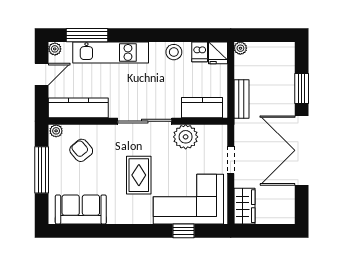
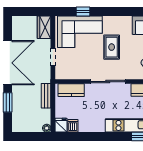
stool: (174, 52) -> (89, 126), removed
plant: (186, 137) -> (82, 72), removed

